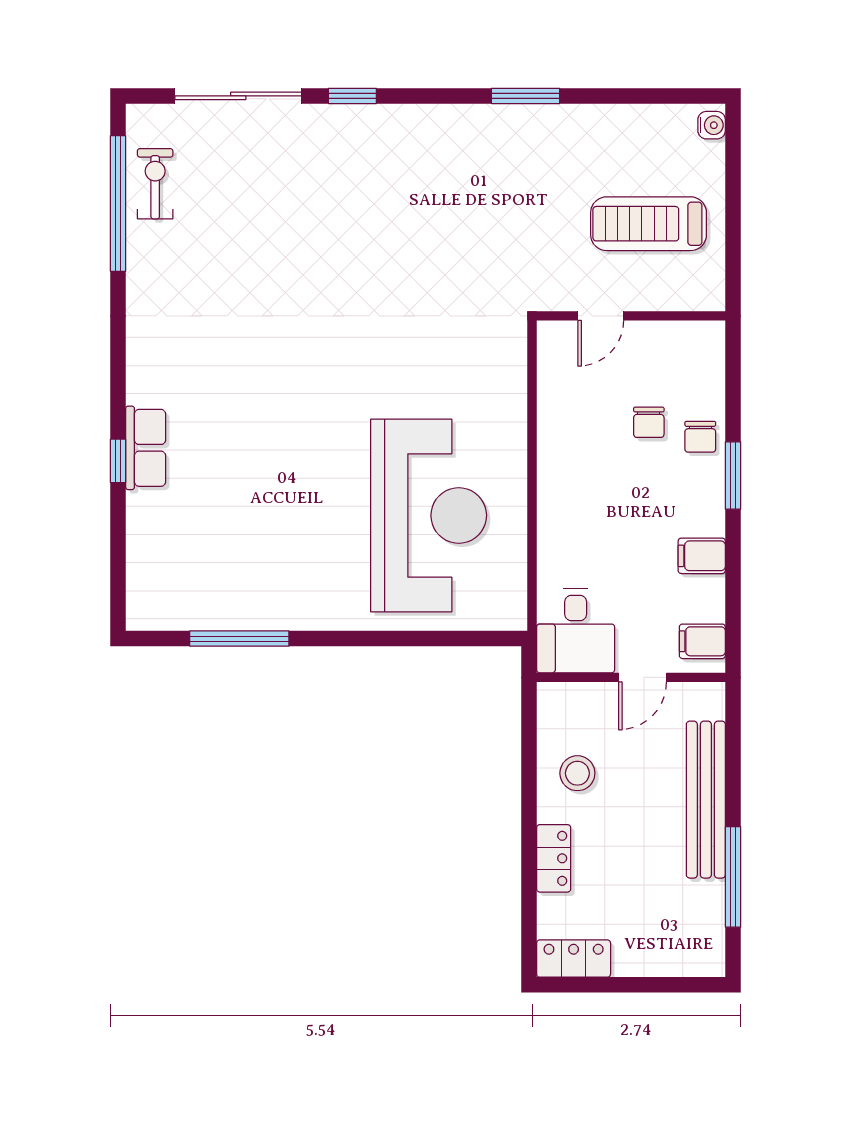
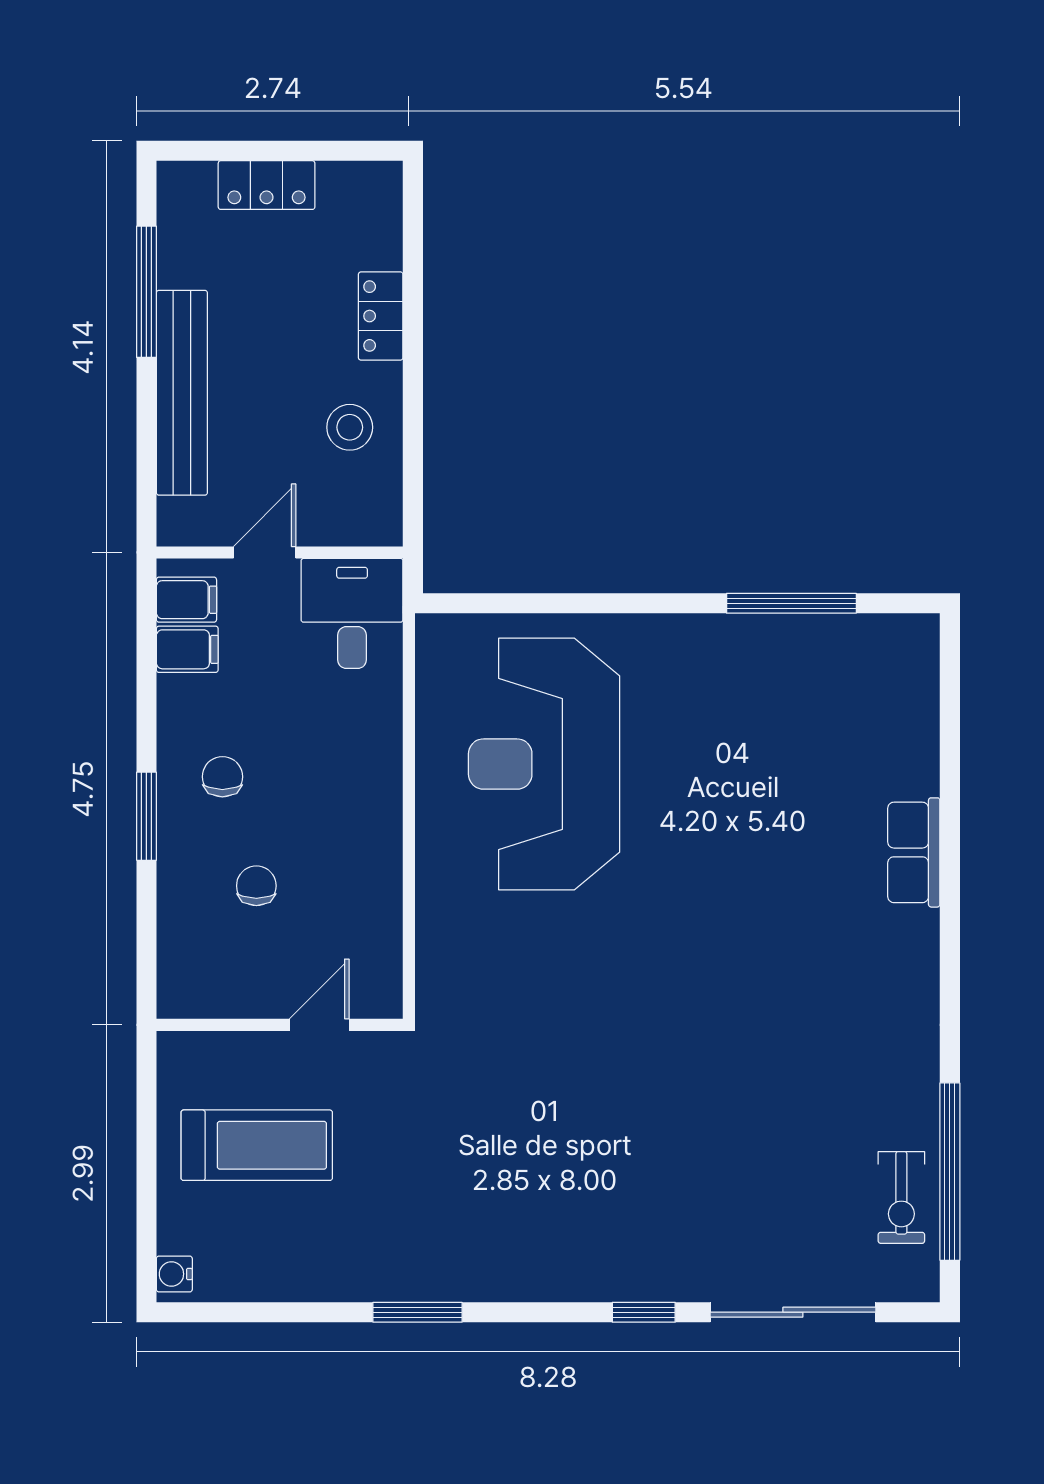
chair: (700, 437) -> (222, 777), moved
window: (118, 461) -> (950, 835), removed
filing cabinet: (702, 556) -> (187, 649), moved
locker: (574, 959) -> (267, 185), moved

